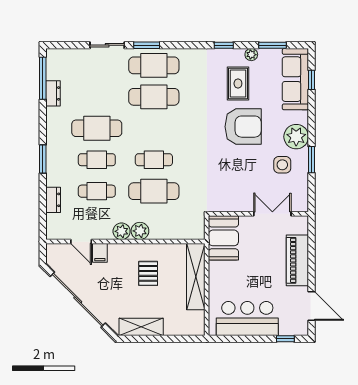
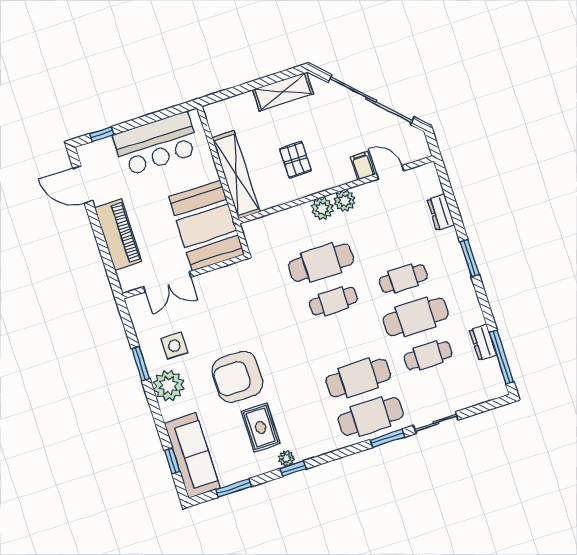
plant: (251, 55) -> (286, 458), moved
cafe table: (97, 191) -> (428, 355), moved
booth: (223, 238) -> (206, 226), width x1.36, depth x1.42

